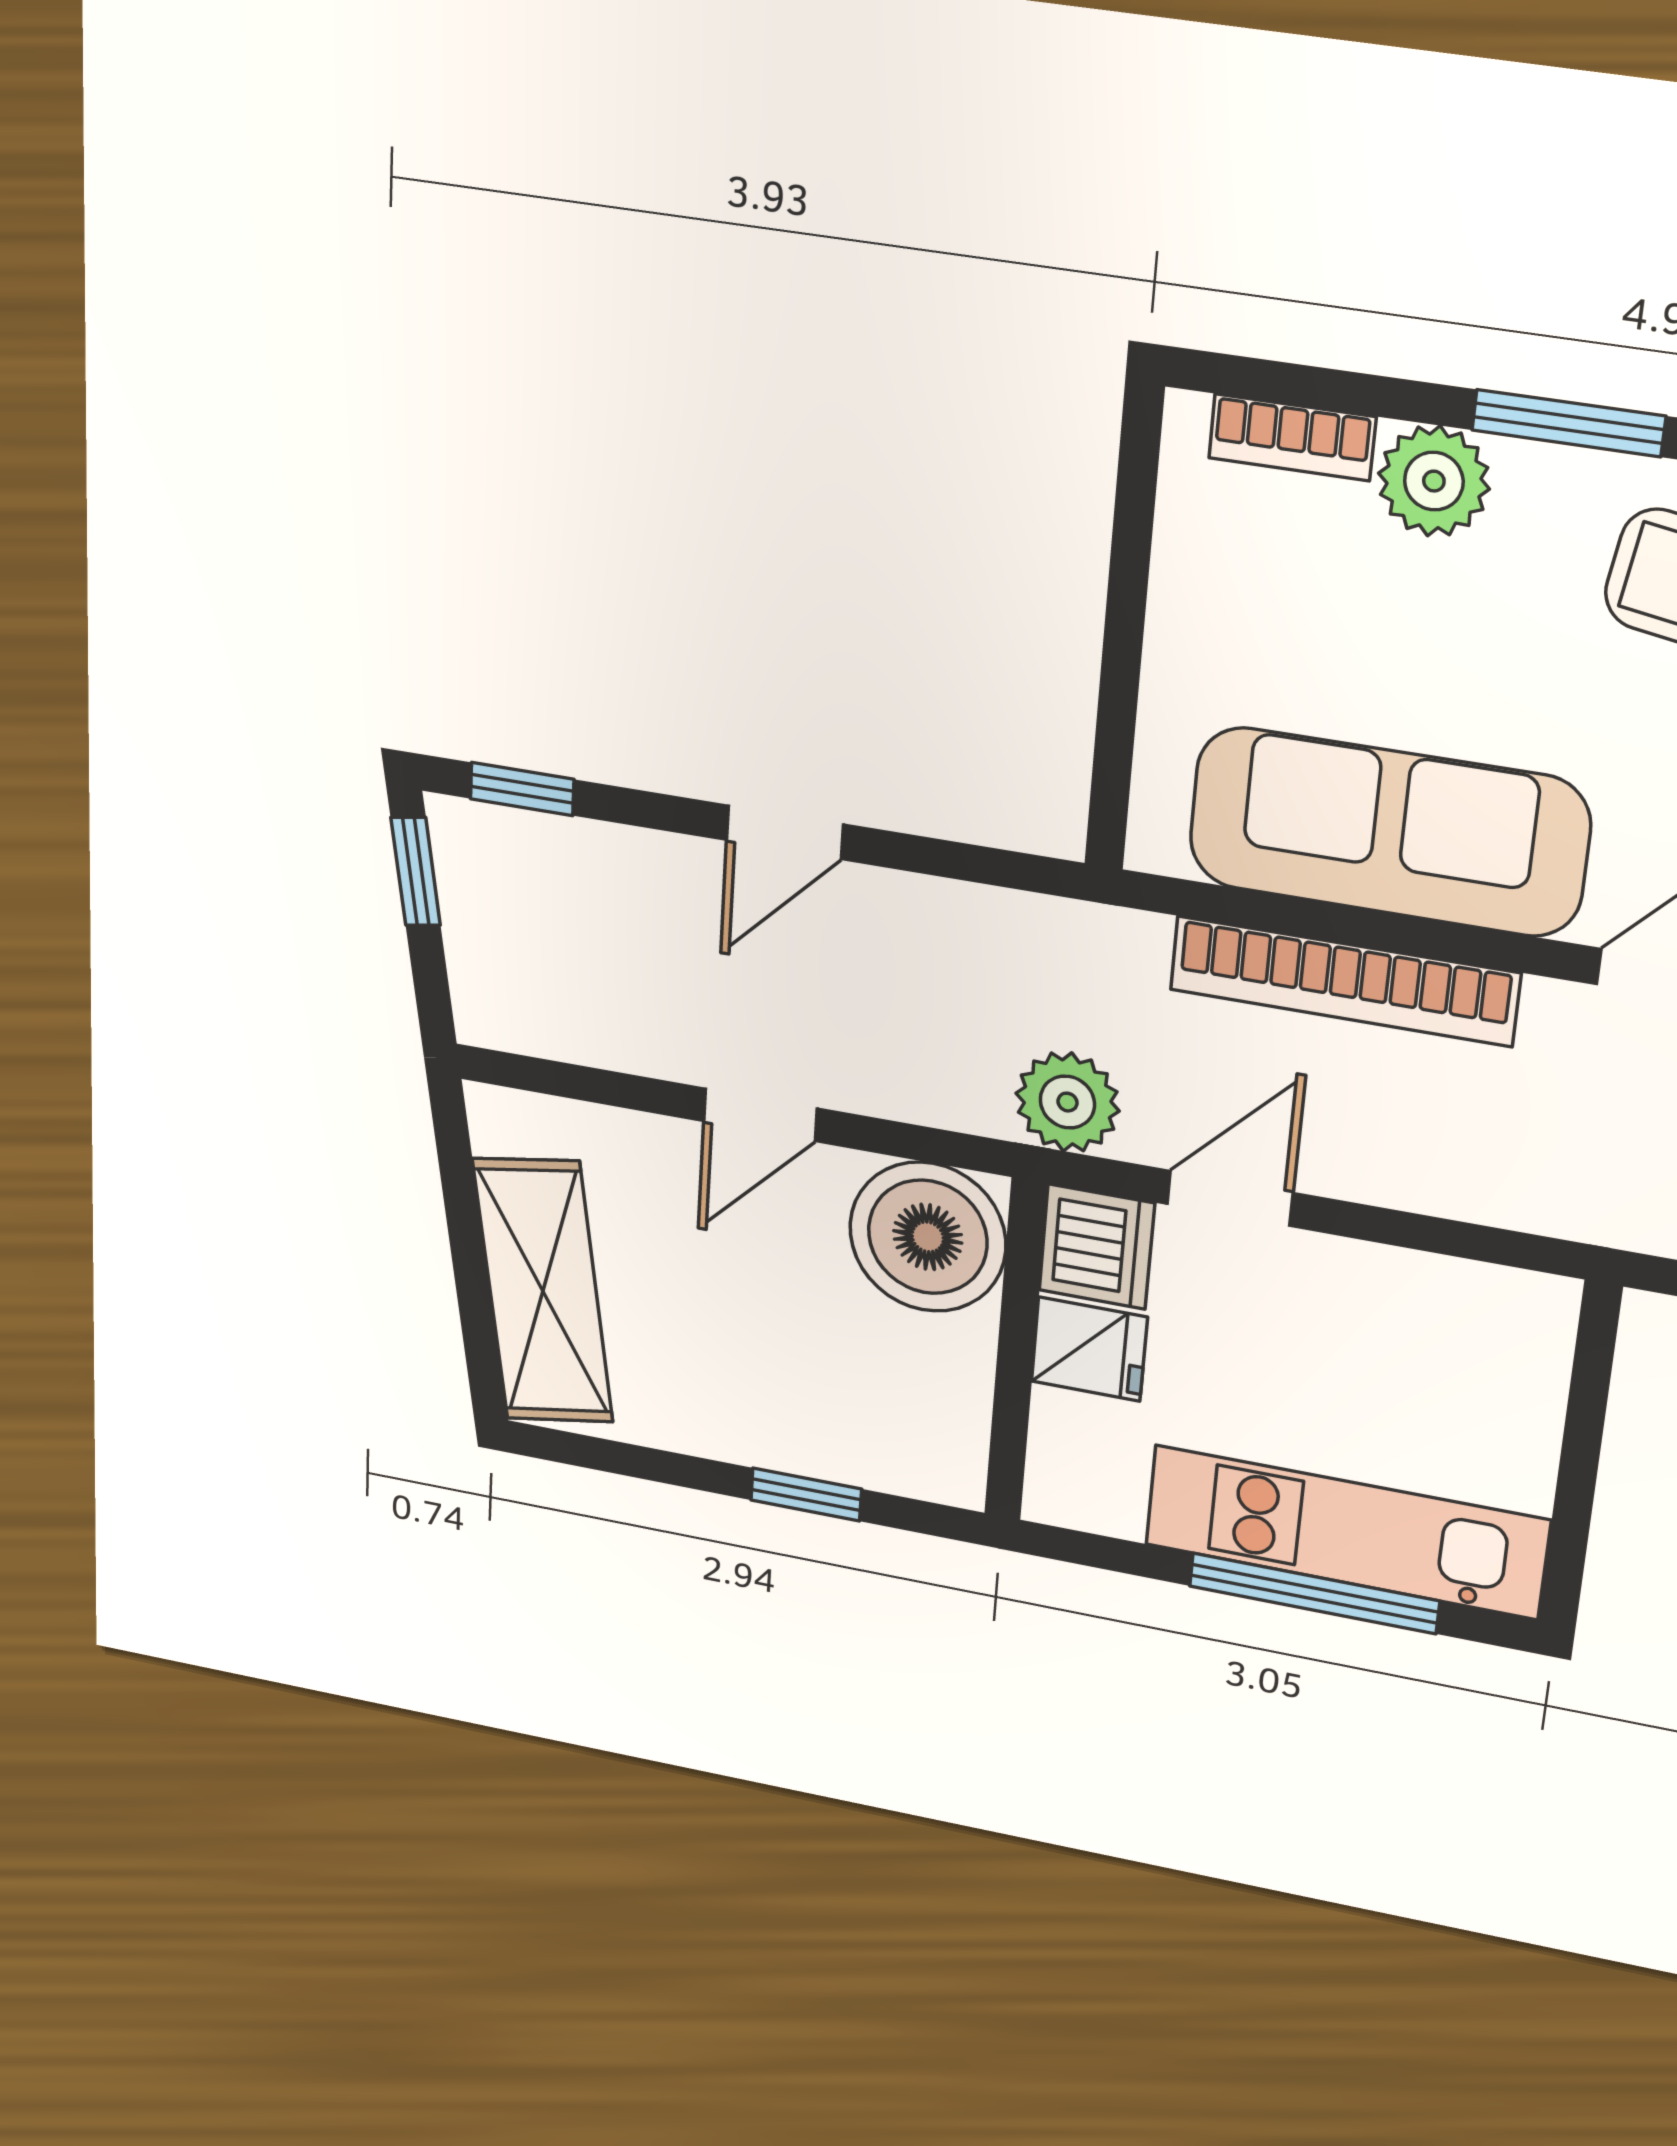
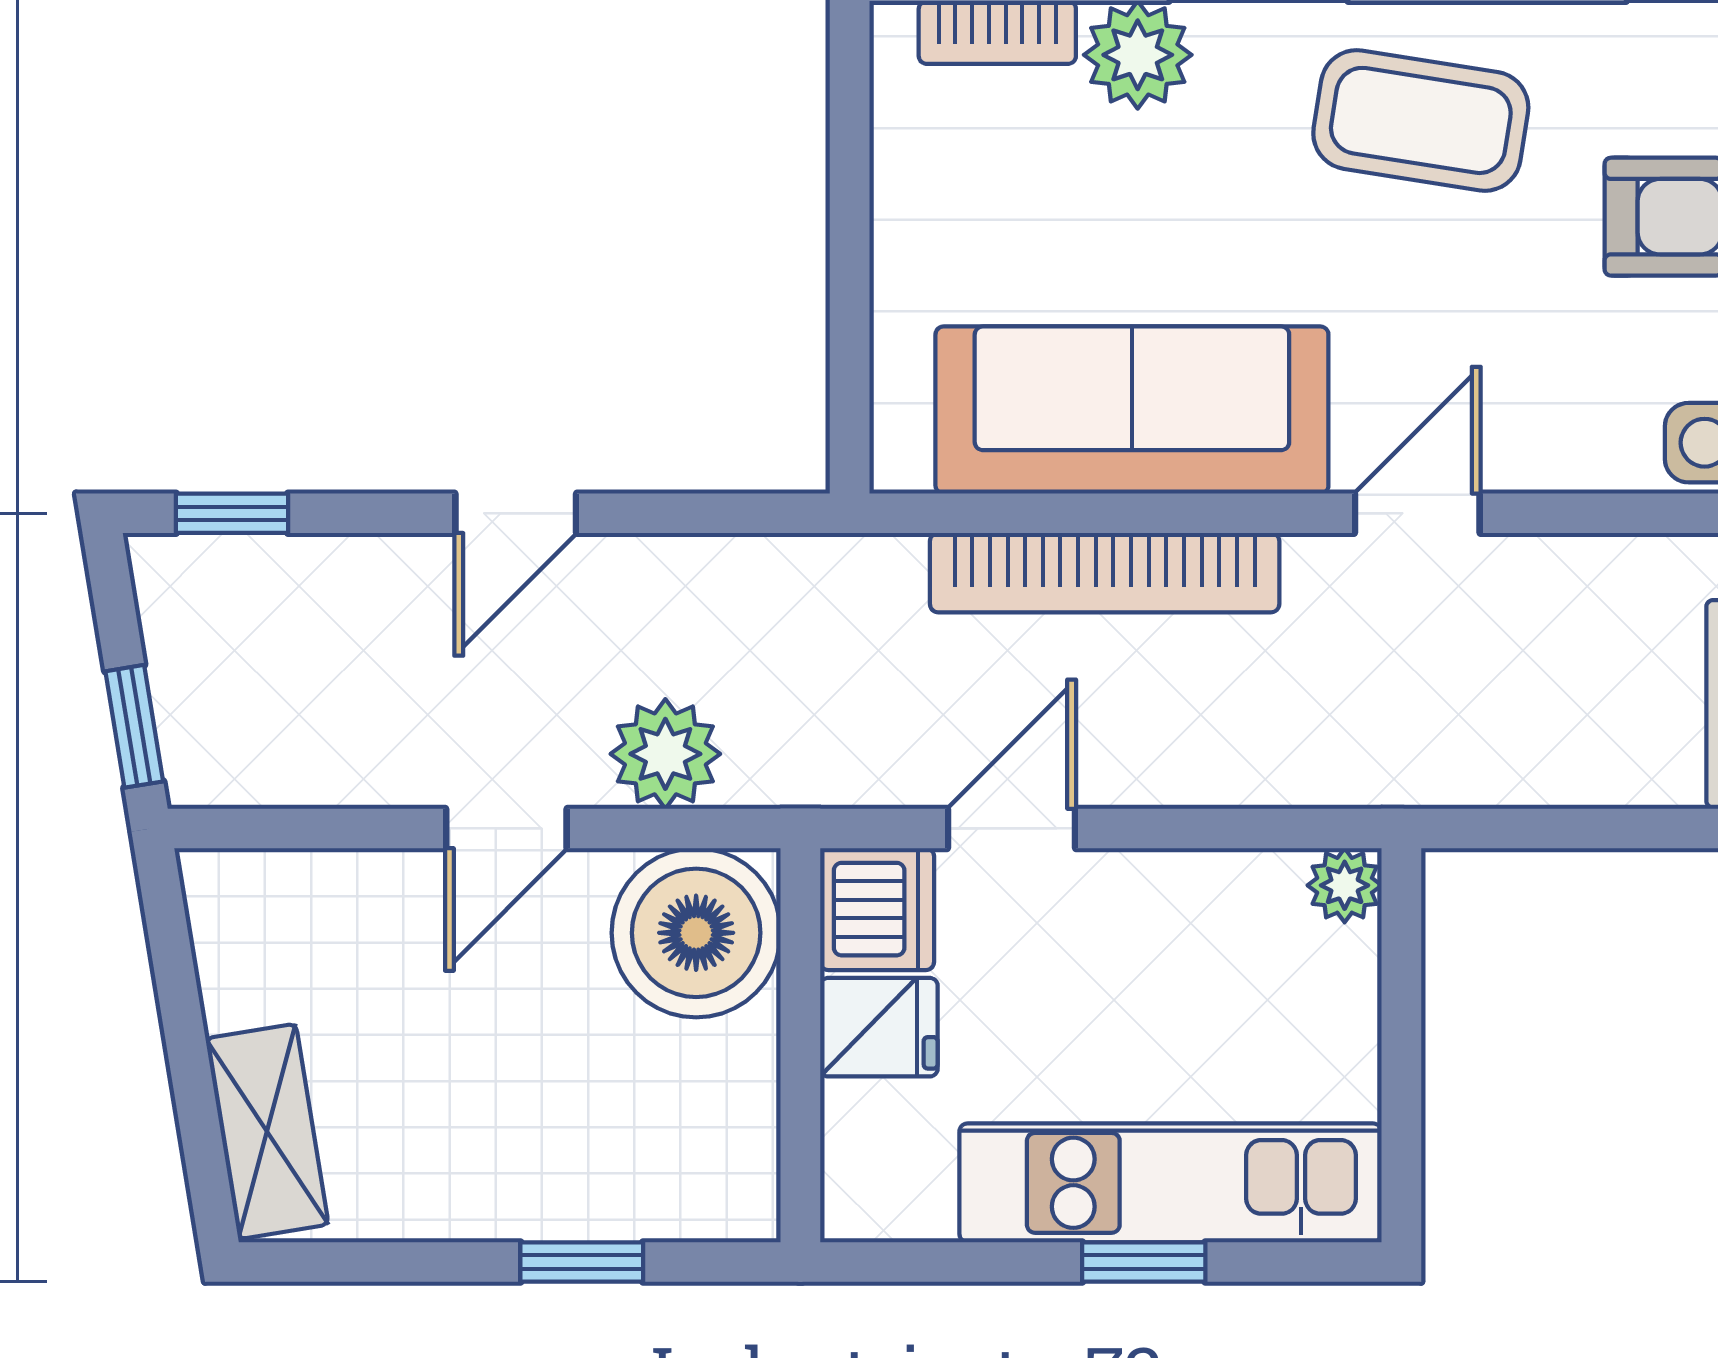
window: (416, 871) -> (134, 726), moved
plant: (1067, 1102) -> (665, 754), moved
shelving: (543, 1291) -> (267, 1131), width x0.67, depth x0.75
plant: (1544, 1306) -> (1345, 885), added
window: (1314, 1593) -> (1144, 1262), width x0.46

